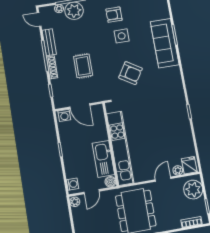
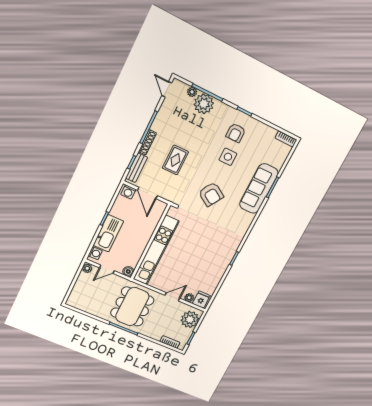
armchair: (114, 15) -> (236, 133), turned -90
bench: (49, 42) -> (137, 168), moved
kitchen sink: (103, 159) -> (108, 233), moved, turned 180

